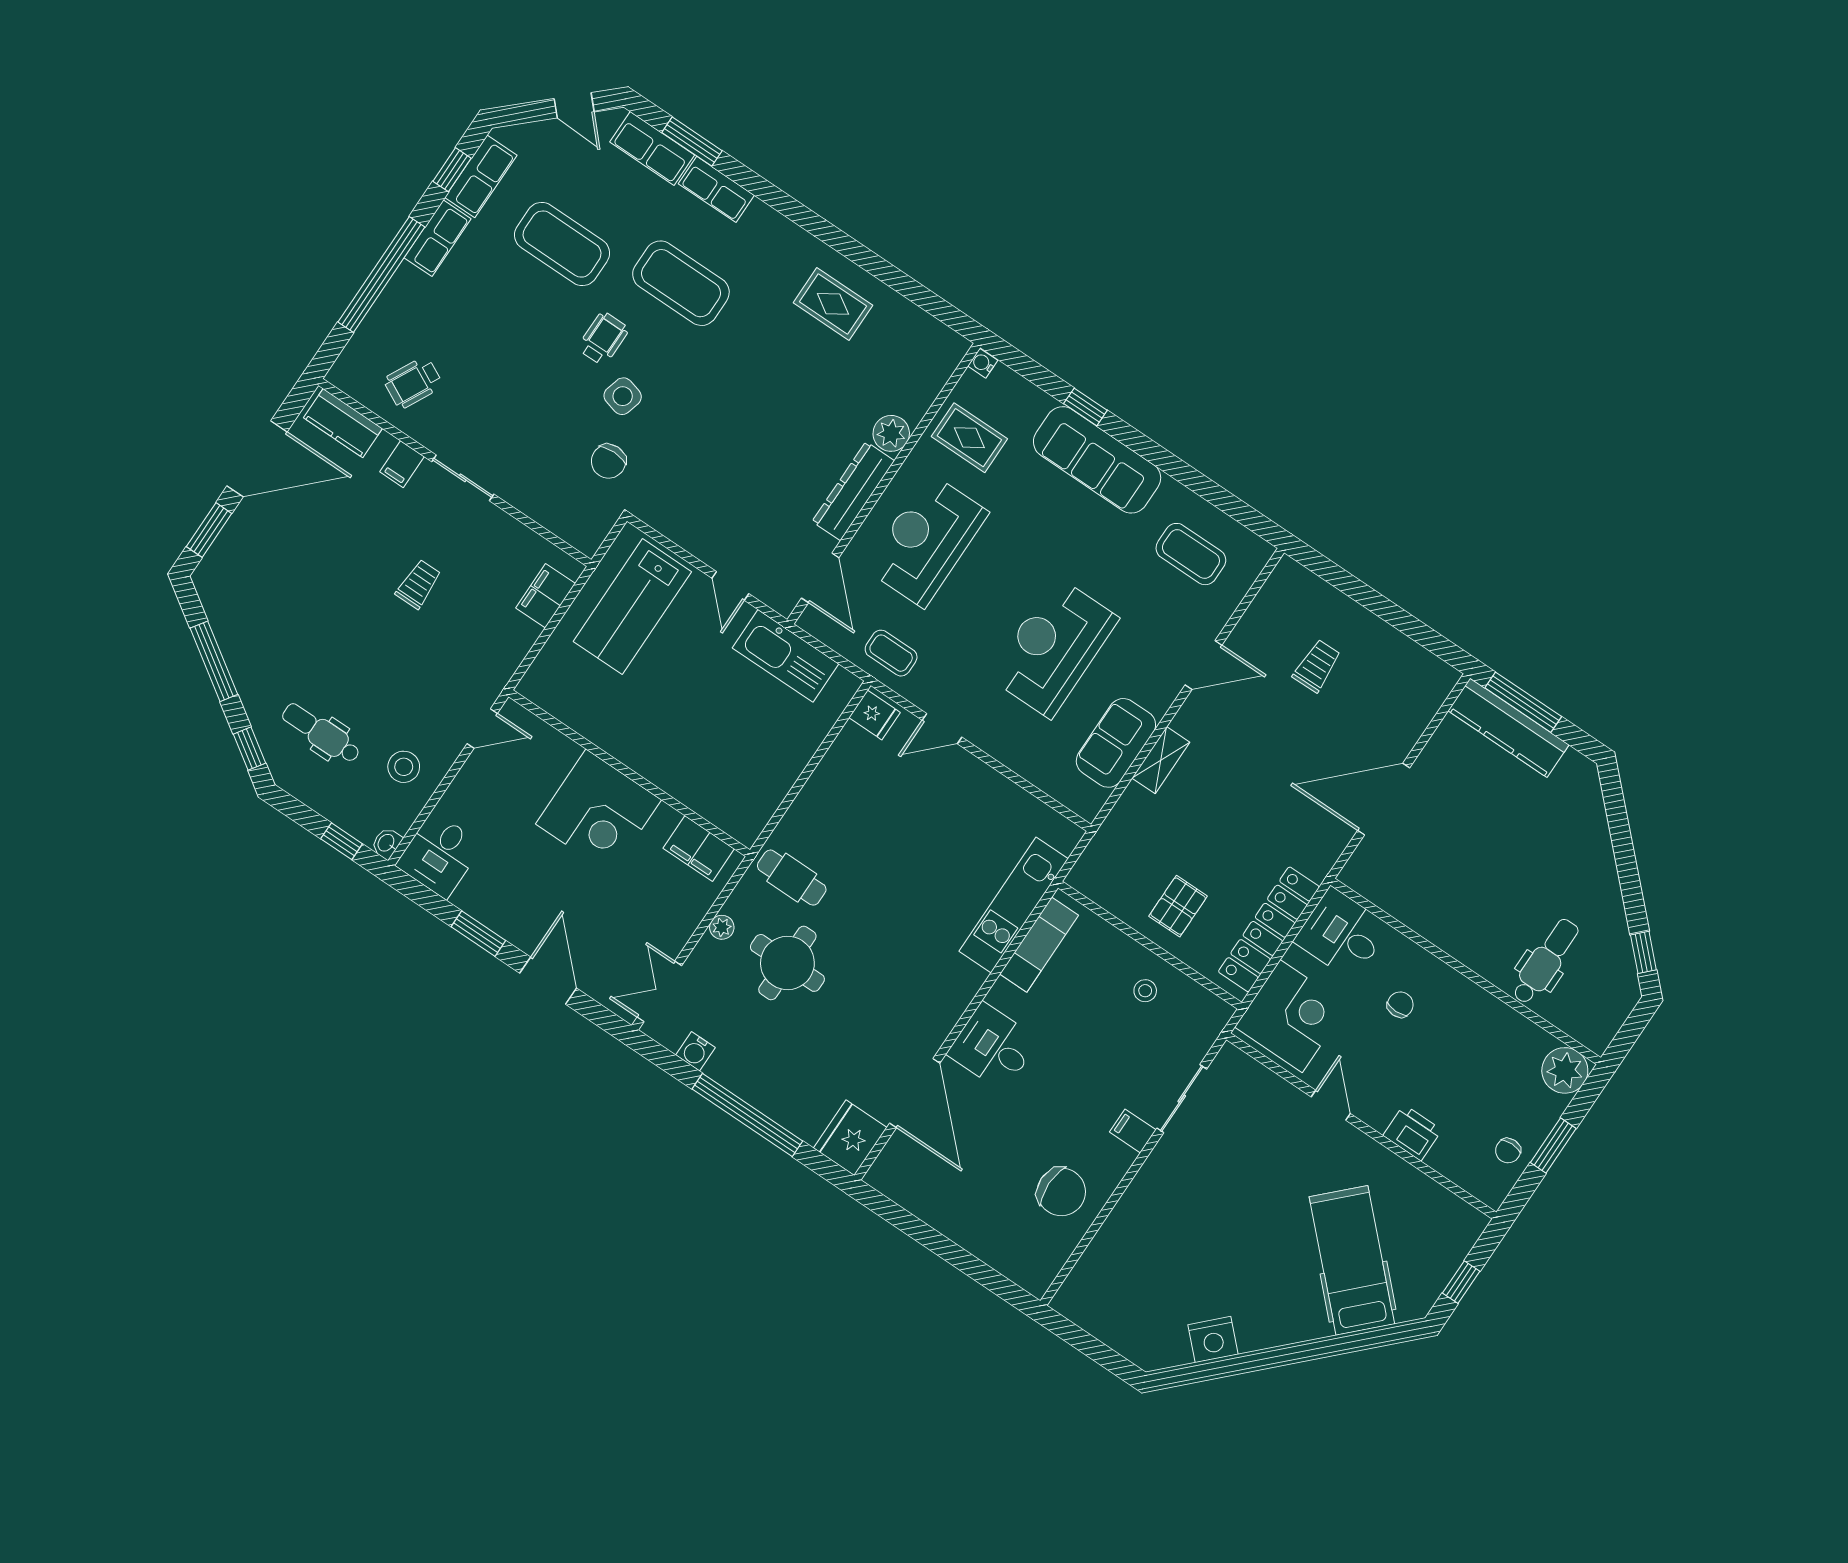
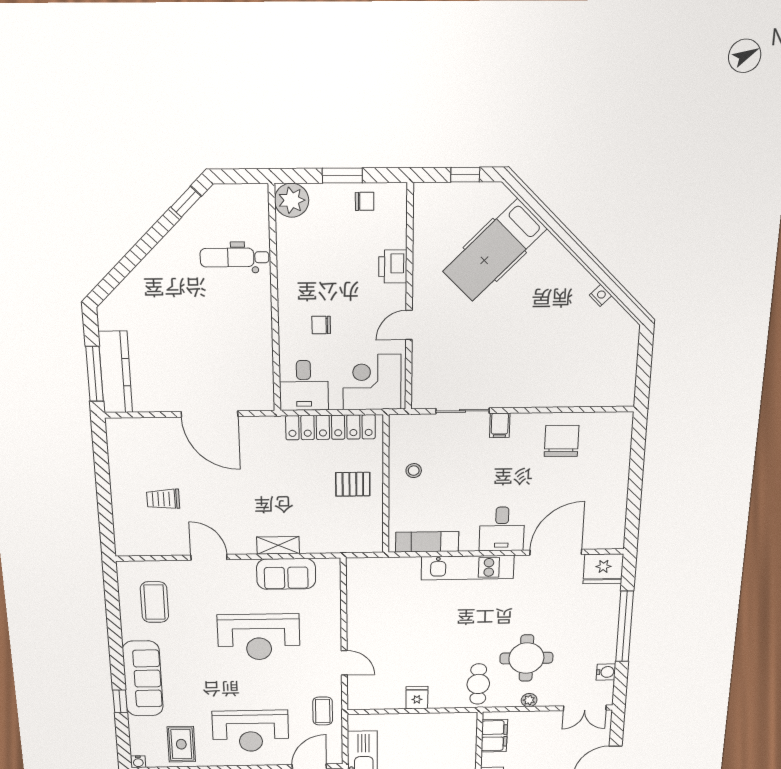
fridge: (874, 715) -> (417, 698), moved
kitchen unit: (1014, 905) -> (468, 568), moved
nightstand: (1213, 1340) -> (600, 295), width x0.53, depth x0.56

